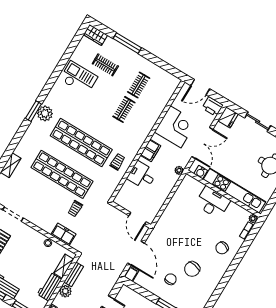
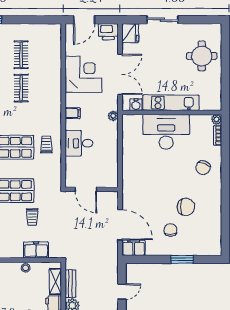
filing cabinet: (151, 150) -> (73, 113), width x0.50
kitchen unit: (234, 191) -> (171, 103), width x0.73
desk: (213, 202) -> (166, 132), width x1.36, depth x1.30
door: (137, 219) -> (86, 189), moved
chair: (192, 269) -> (186, 207), turned -100
filing cabinet: (132, 273) -> (134, 248), width x2.00

